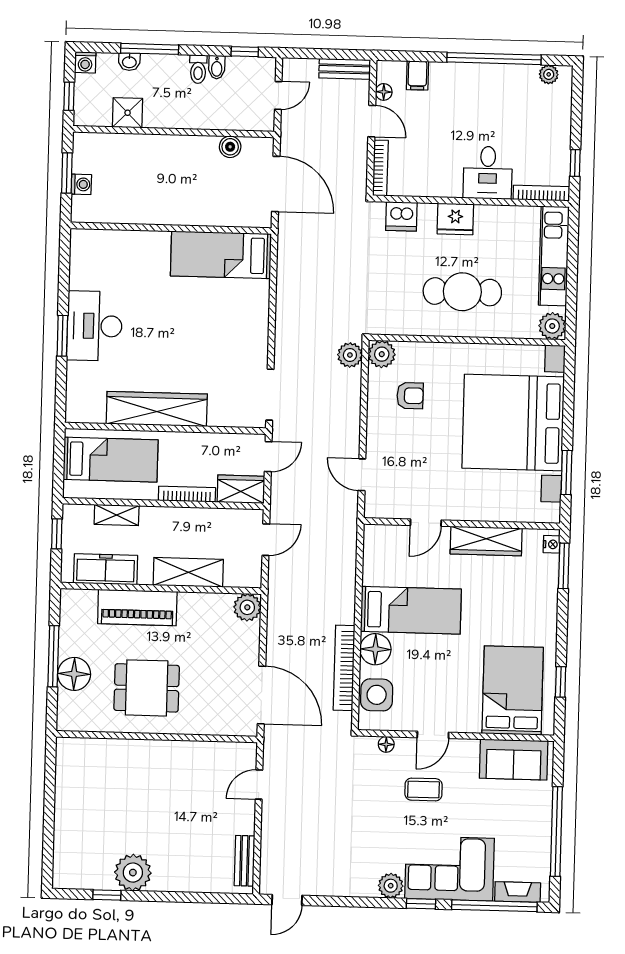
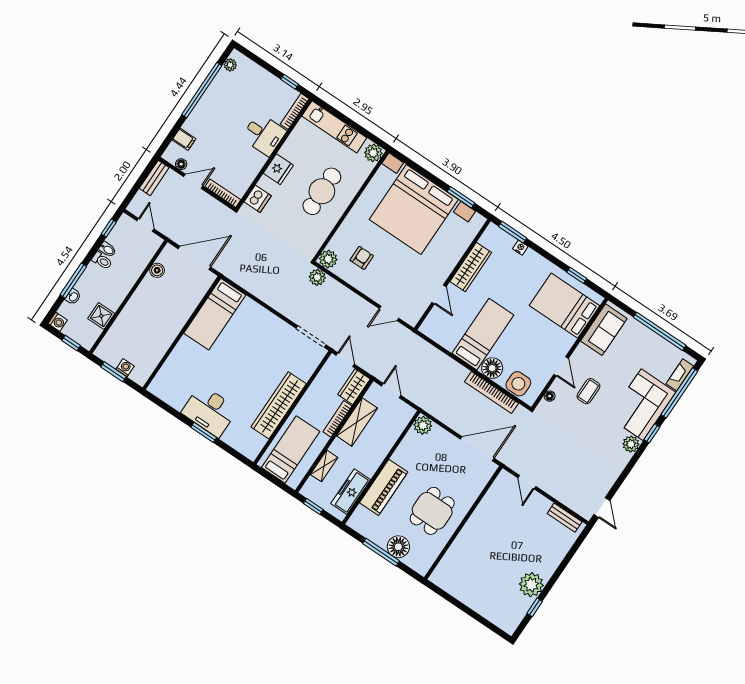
nightstand: (552, 544) -> (520, 248), moved
shelving: (188, 572) -> (357, 422), moved

